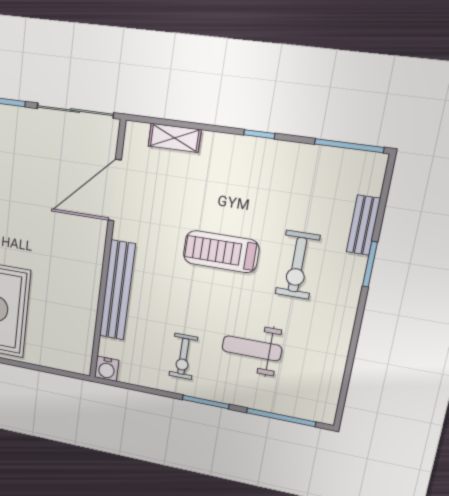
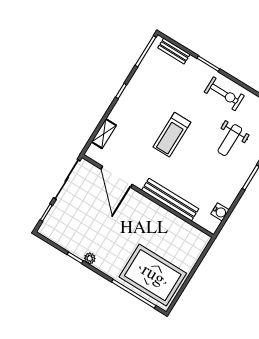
bench: (363, 225) -> (174, 51), moved
exercise bike: (297, 265) -> (224, 94), moved
exercise bike: (183, 356) -> (221, 179), removed
water cooler: (107, 369) -> (220, 212), moved

